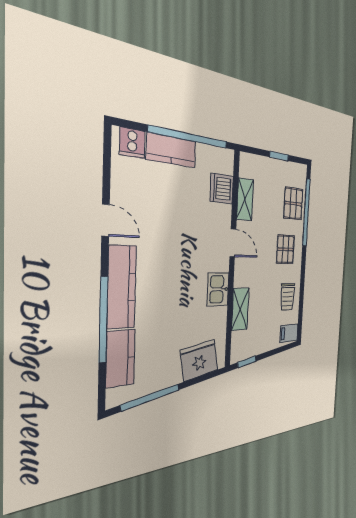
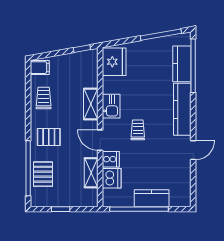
cooker: (132, 143) -> (111, 159), moved, turned 90
door: (106, 220) -> (193, 150), swing flipped
pallet: (285, 249) -> (49, 137), turned 90
trolley: (187, 256) -> (138, 130), added
shelving: (240, 309) -> (91, 104), moved
window: (103, 320) -> (193, 66), moved
fridge: (199, 360) -> (114, 62), moved, turned -80

